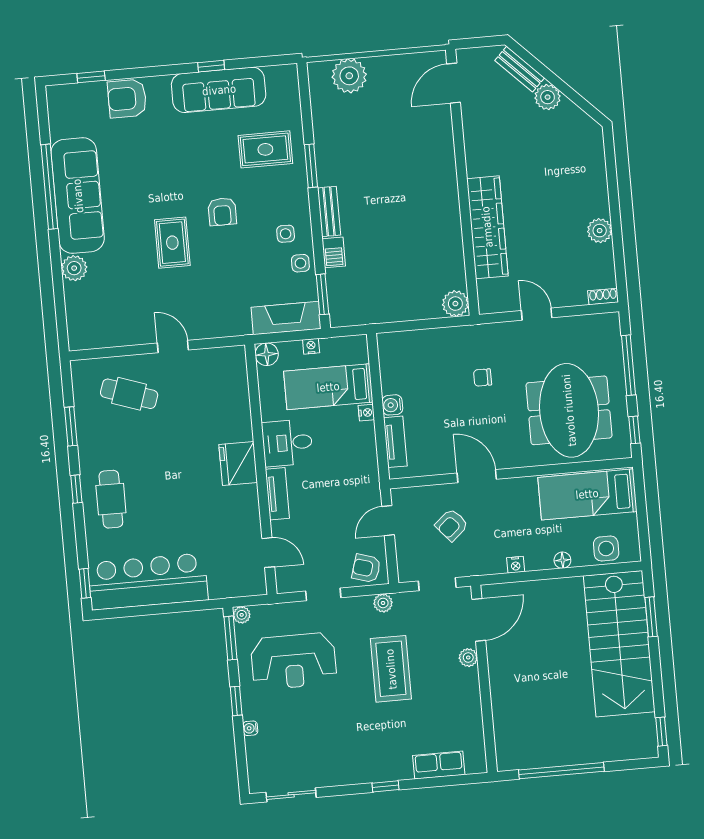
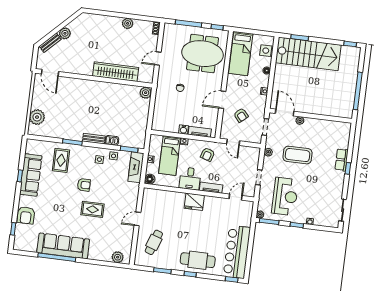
plant: (74, 268) -> (118, 257), moved
cafe table: (111, 499) -> (198, 260), width x1.37, depth x1.35
armchair: (366, 568) -> (208, 154), moved
row of seats: (439, 765) -> (342, 160), moved

